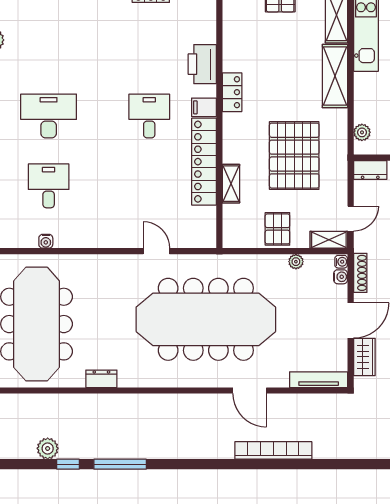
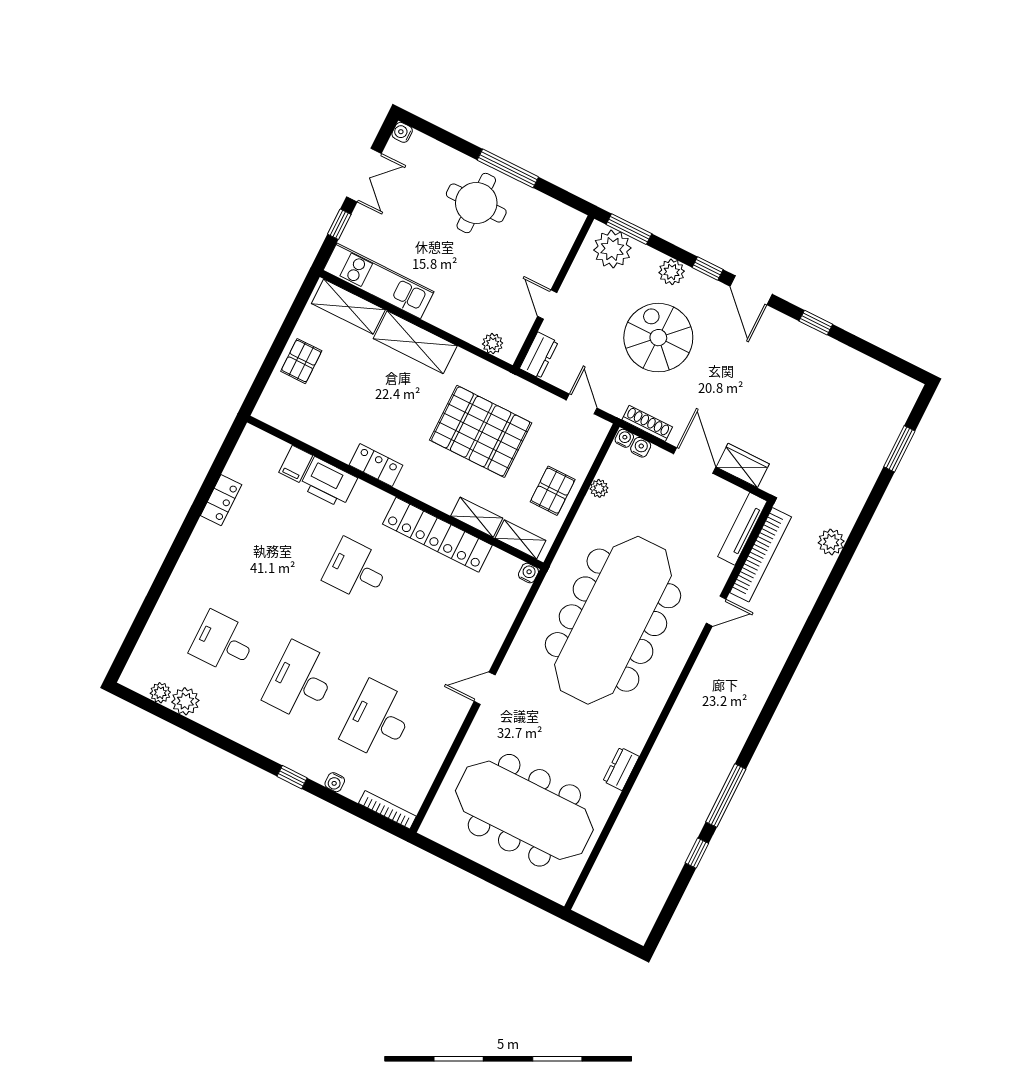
desk: (49, 46) -> (223, 643), added
filing cabinet: (204, 107) -> (296, 464), moved
desk: (49, 186) -> (378, 720), width x1.37
pallet: (277, 229) -> (553, 491), turned 90
shelving: (329, 240) -> (520, 539), moved, turned 90
water cooler: (46, 241) -> (528, 573), moved, turned -90
door: (156, 251) -> (485, 688), moved
door: (250, 391) -> (716, 611), width x0.73
plant: (48, 448) -> (831, 542), moved
bookcase: (273, 450) -> (761, 555), moved, turned 180

